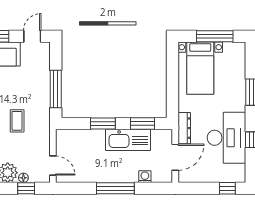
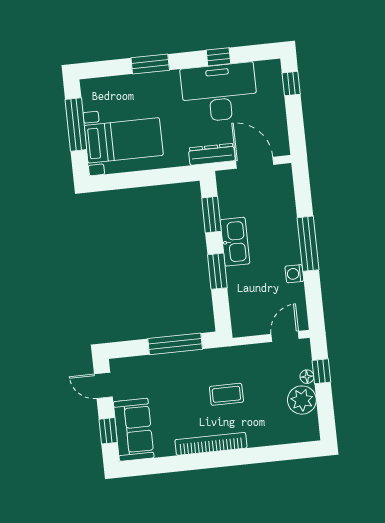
kitchen sink: (128, 140) -> (235, 242), width x0.73, depth x0.81
washing machine: (145, 177) -> (294, 274), moved

